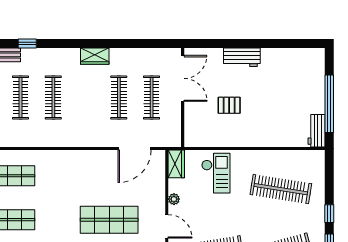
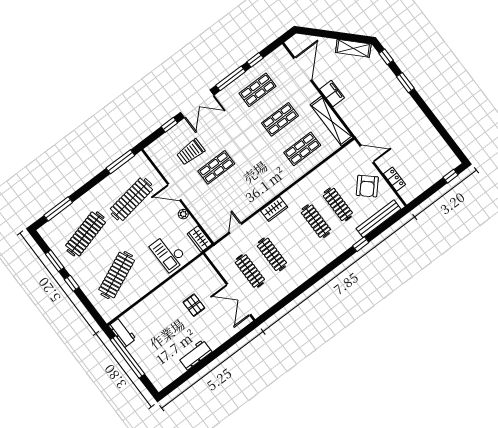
wardrobe: (95, 56) -> (274, 209), moved, turned 180
workbench: (242, 57) -> (195, 355), moved
pallet: (229, 105) -> (194, 305), turned 90
door: (135, 149) -> (235, 228), width x0.53
clothes rail: (281, 189) -> (117, 275), turned -33
shop shelf: (109, 220) -> (216, 167), width x0.70, depth x0.74

